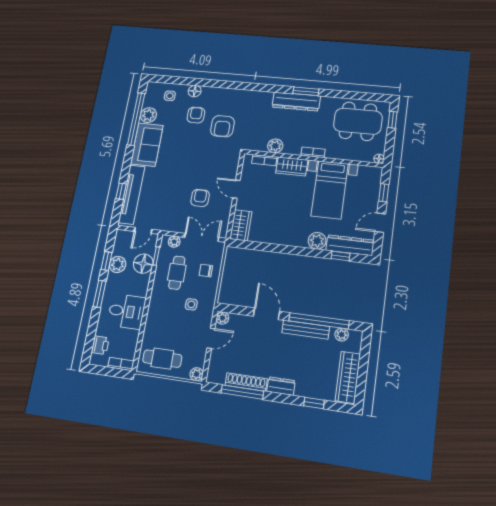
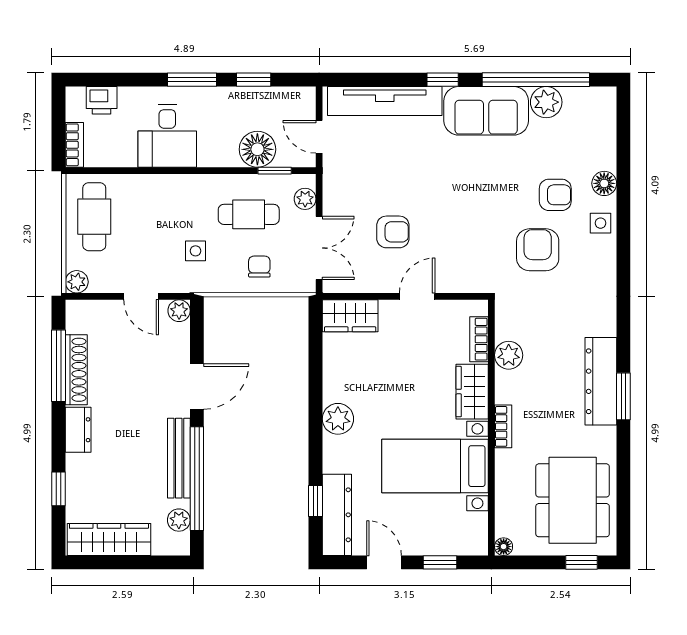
side table: (170, 96) -> (601, 223), moved
armchair: (222, 126) -> (538, 250), turned 90
window: (121, 191) -> (443, 80), moved
plant: (317, 241) -> (338, 419), moved
plant: (118, 264) -> (250, 102), removed

